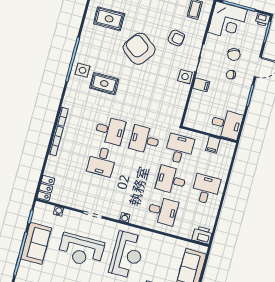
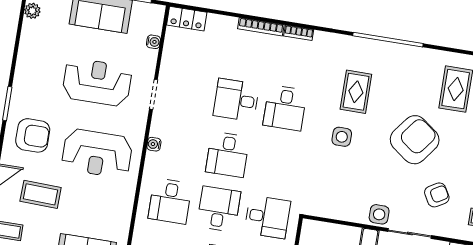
armchair: (176, 38) -> (437, 195), turned -130
side table: (83, 70) -> (342, 137), moved
desk: (145, 140) -> (227, 155), moved, turned 180
reception desk: (81, 250) -> (97, 82), turned 90

